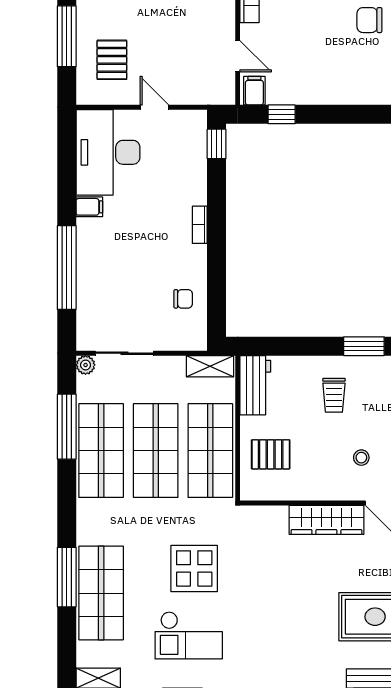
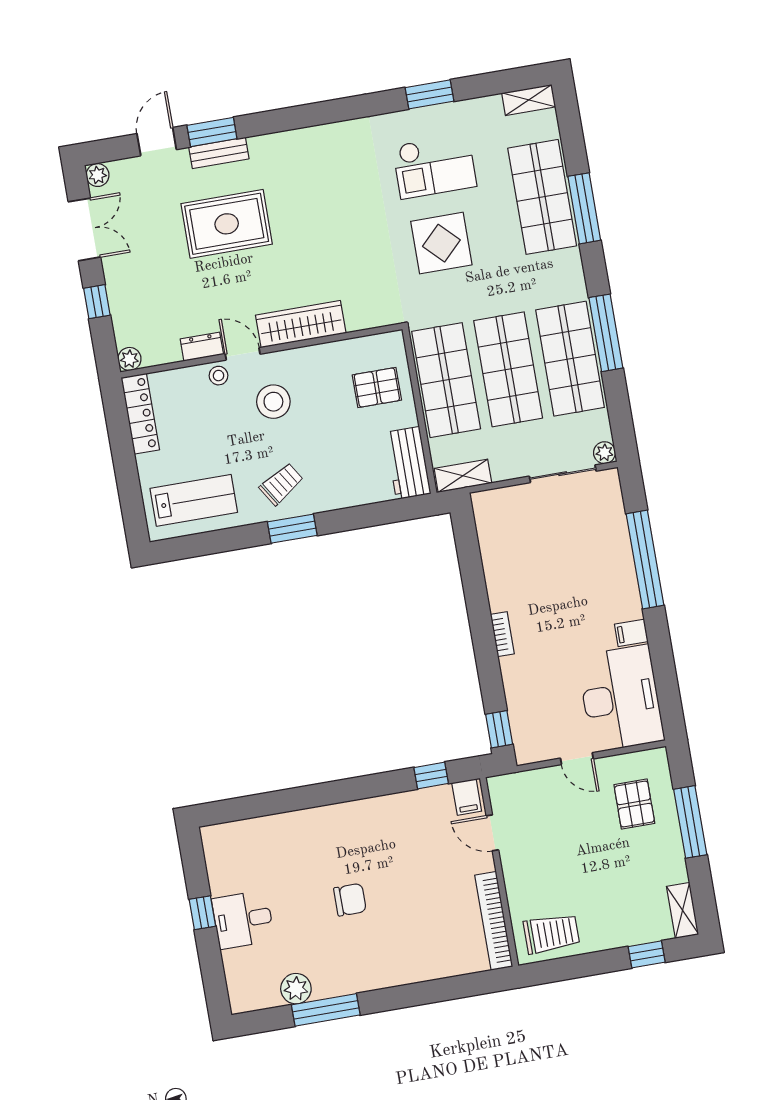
chair: (183, 299) -> (507, 547), removed
trolley: (334, 395) -> (281, 484), moved, turned 58
window: (67, 427) -> (606, 333), moved
stool: (361, 458) -> (273, 402), width x1.89, depth x1.89
checkout: (189, 635) -> (434, 166), turned 180

